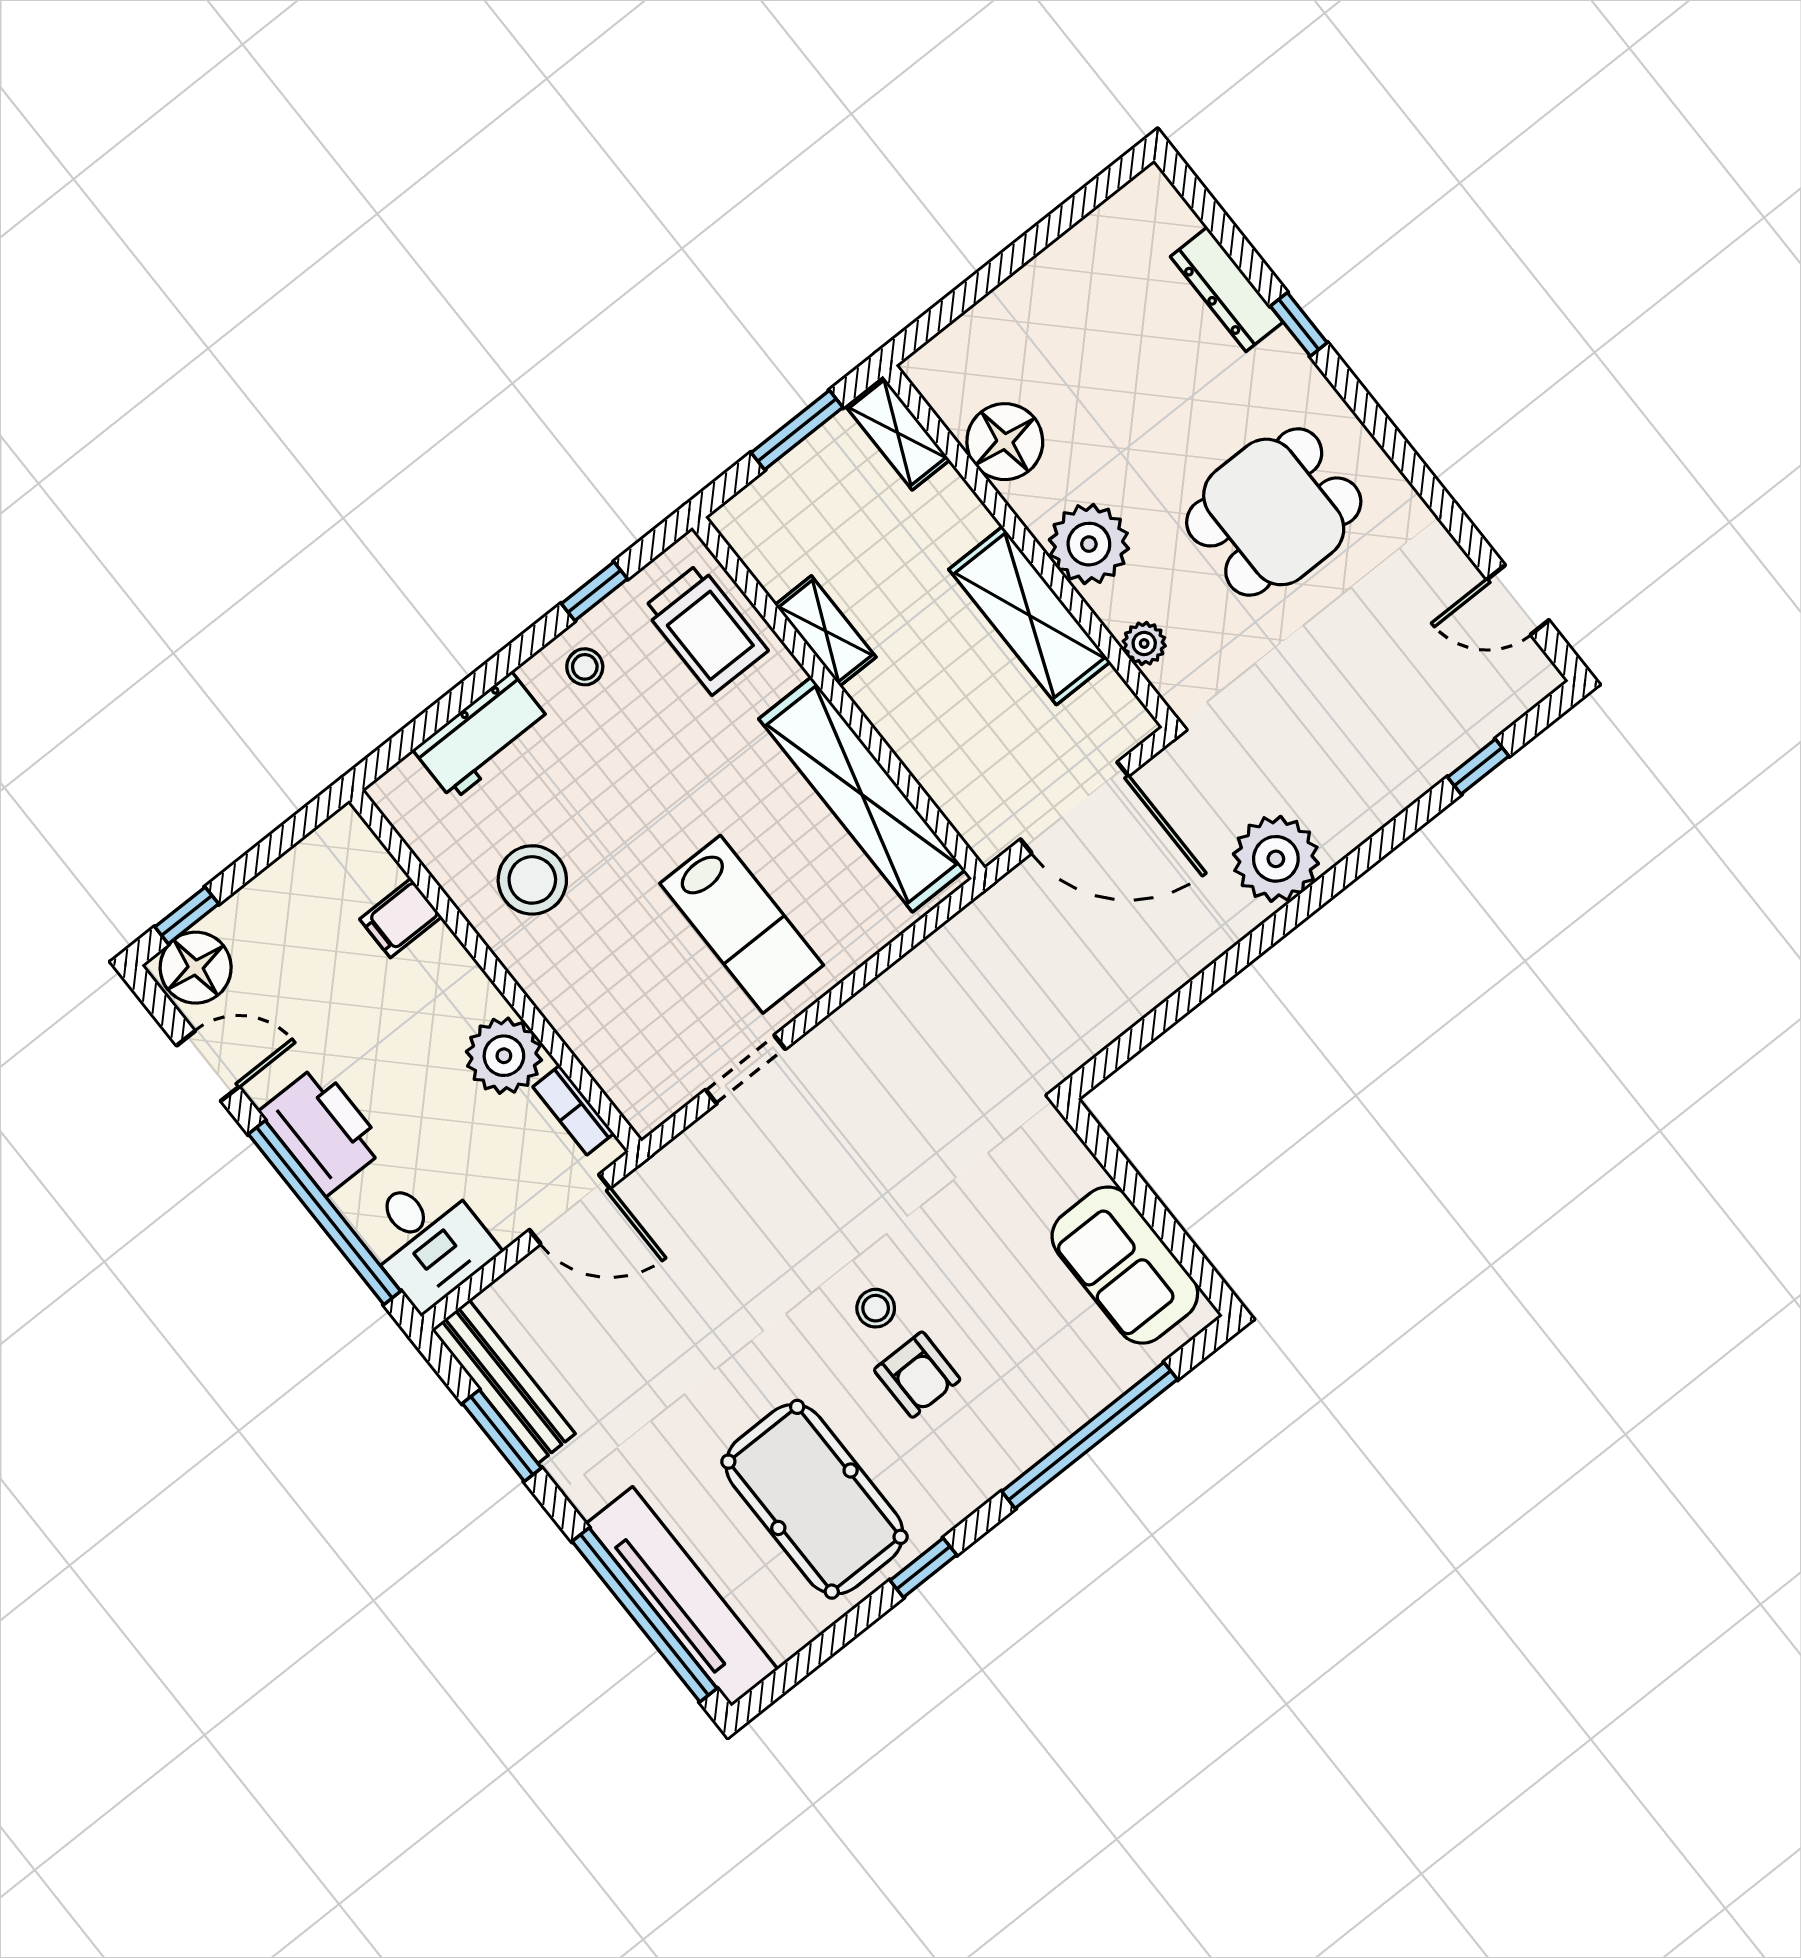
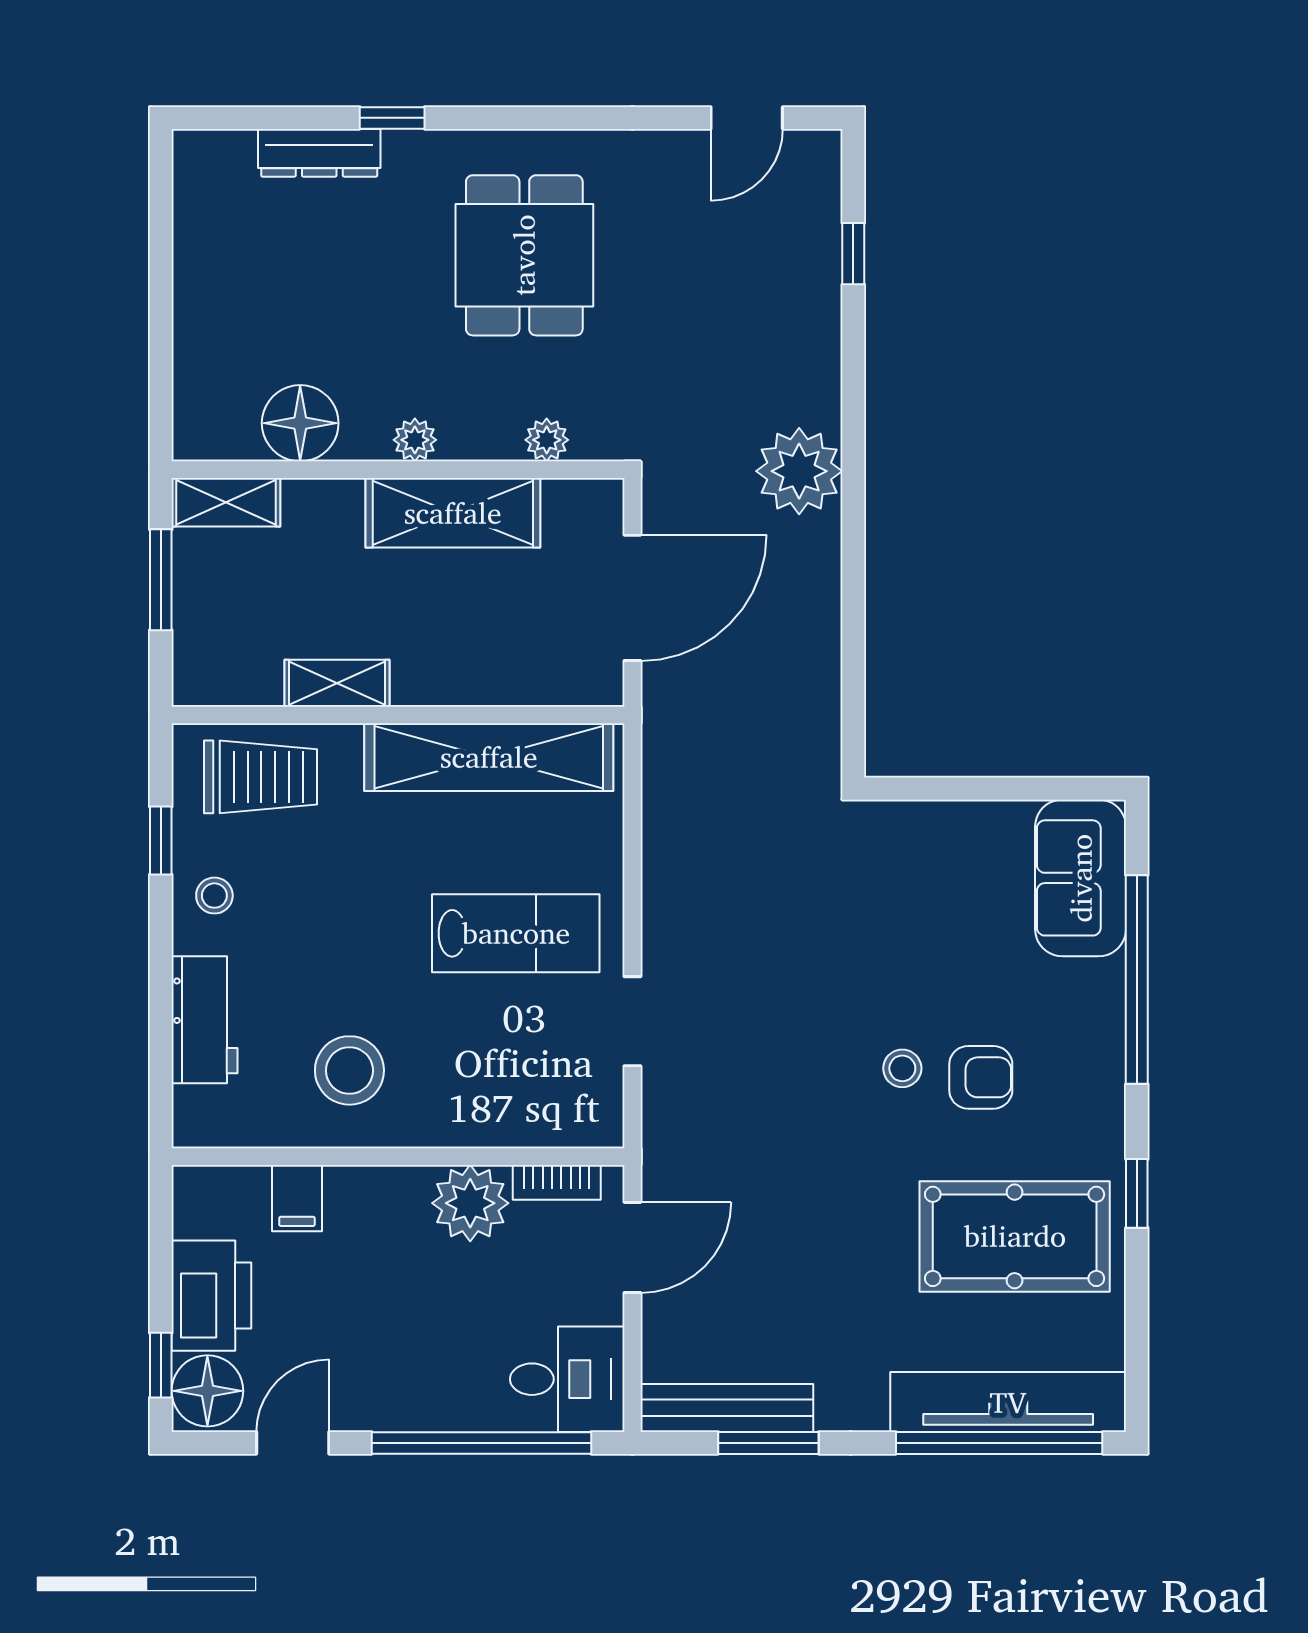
plant: (1089, 544) -> (415, 440), width x0.53, depth x0.53
printer: (323, 1130) -> (211, 1296), moved, turned 90
sofa: (1125, 1265) -> (1081, 878), moved, turned 90

